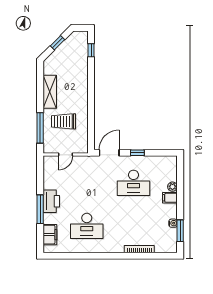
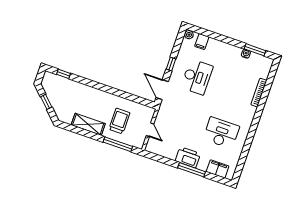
trolley: (64, 121) -> (119, 121), turned 180
plant: (172, 187) -> (189, 35), moved
filing cabinet: (170, 198) -> (202, 42), moved
desk: (87, 226) -> (221, 133), turned -90

